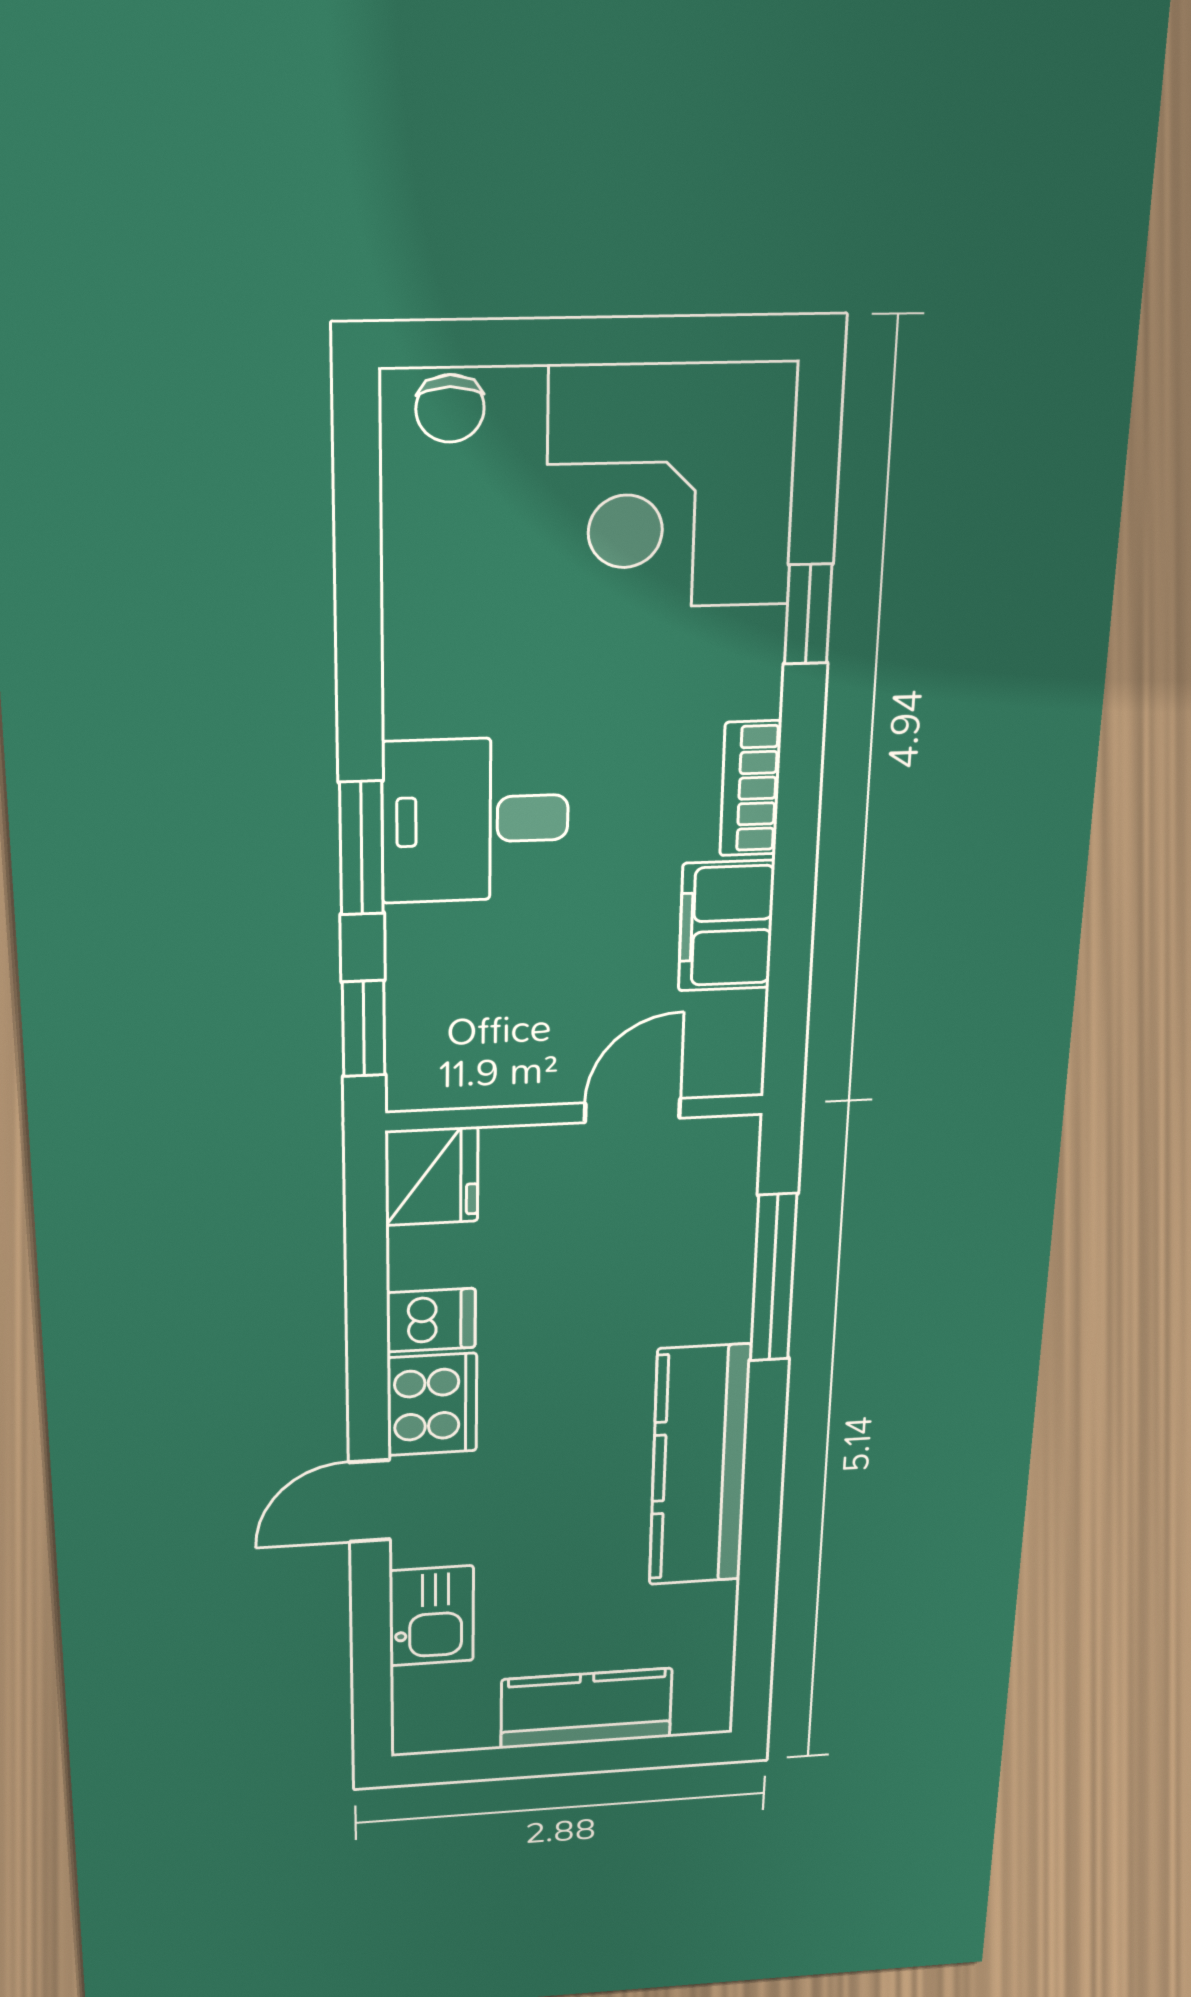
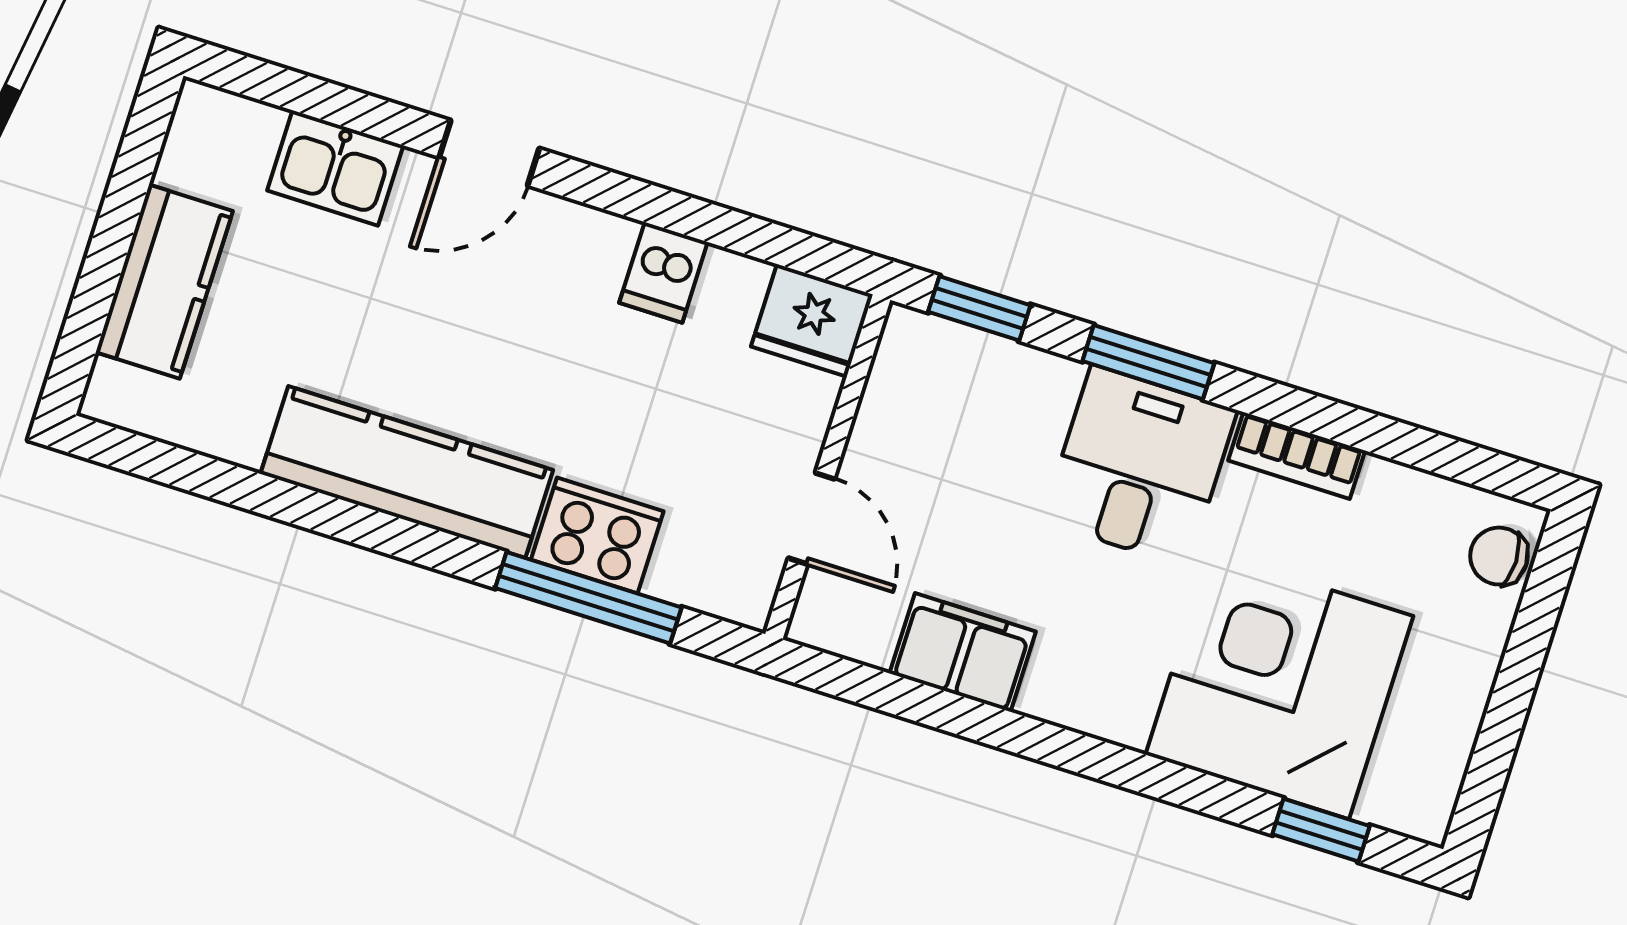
corner desk: (671, 486) -> (1279, 685), moved
window: (808, 614) -> (1321, 830), moved
bookcase: (751, 788) -> (1297, 456), moved, turned 180
cooker: (432, 1404) -> (597, 536), moved, turned 180
door: (370, 1501) -> (489, 153), swing flipped

